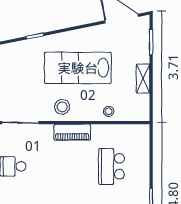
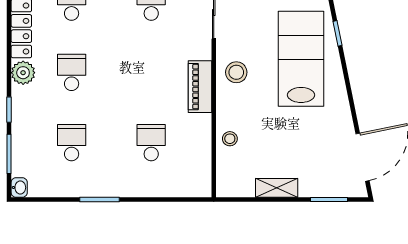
lab bench: (78, 68) -> (301, 59), moved
school desk: (111, 166) -> (151, 143), width x0.54

